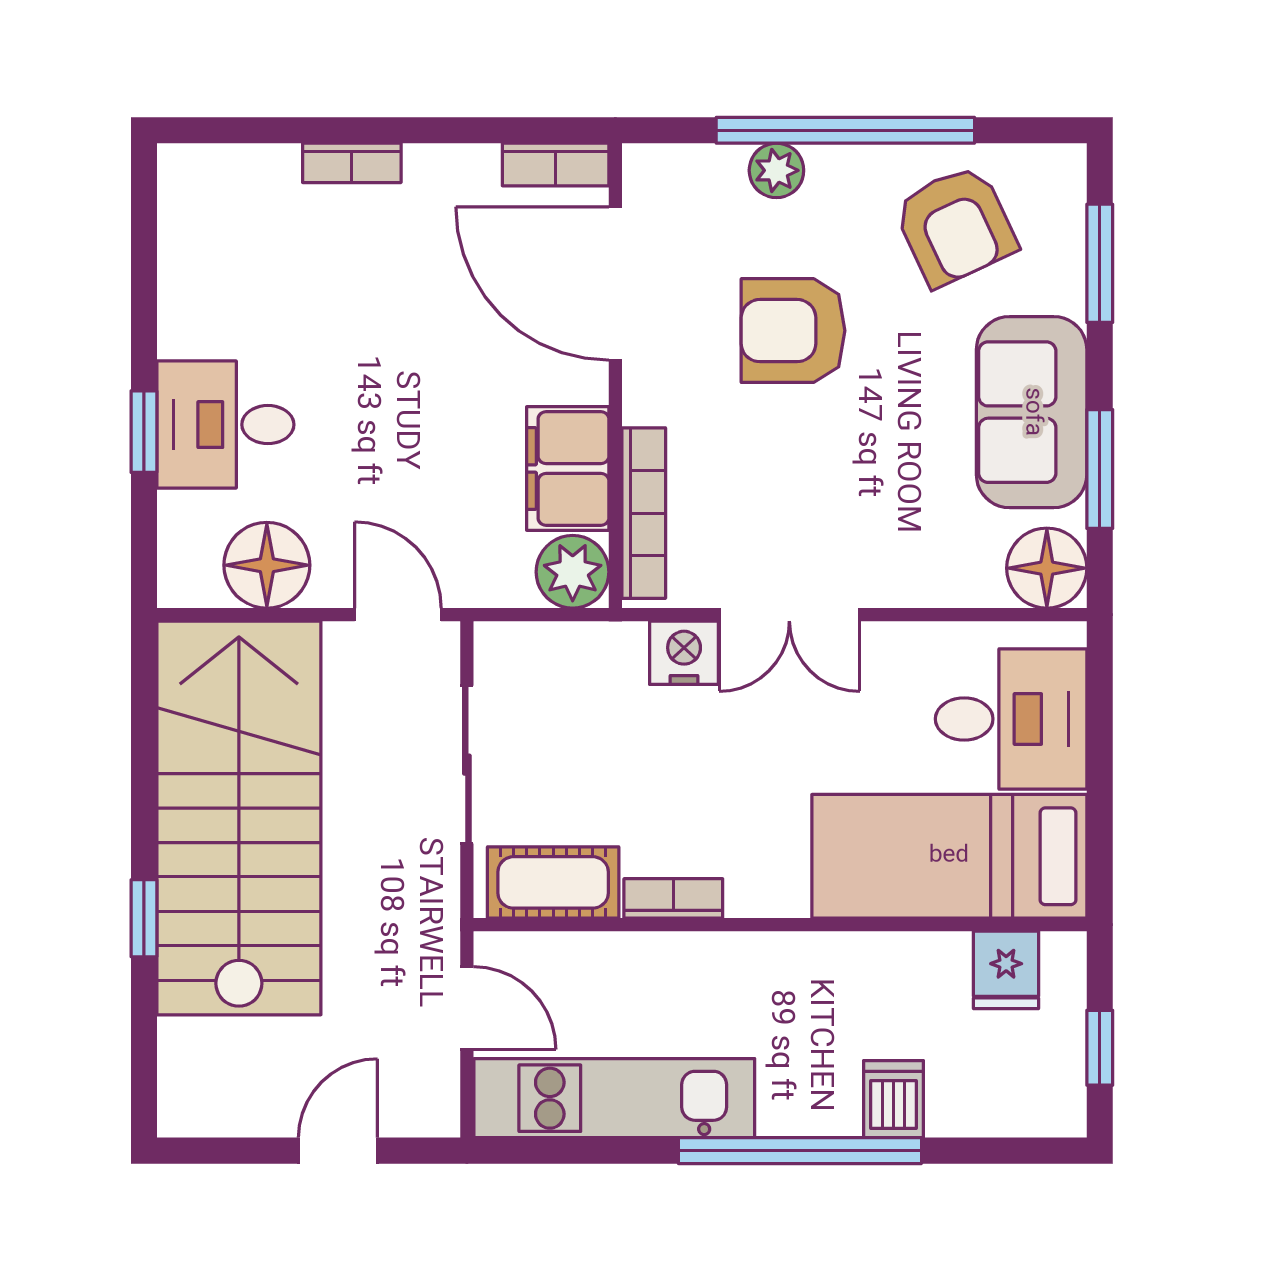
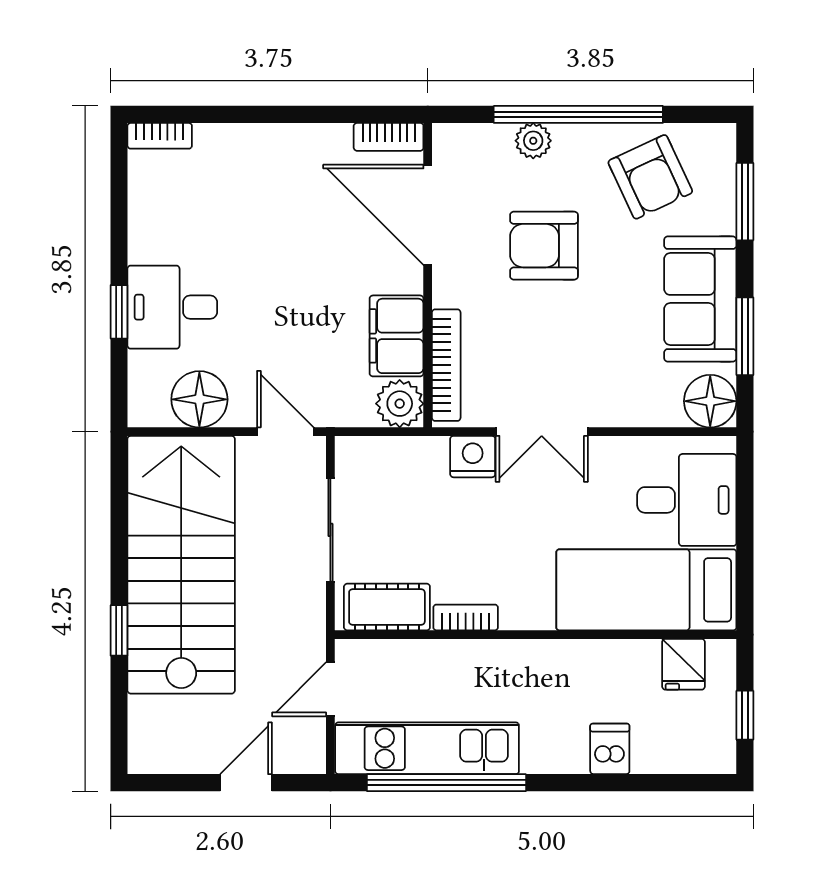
bookcase: (352, 163) -> (160, 136), moved
door: (467, 1008) -> (330, 689), swing flipped
window: (800, 1151) -> (446, 783), moved

